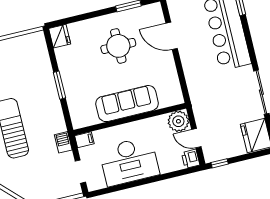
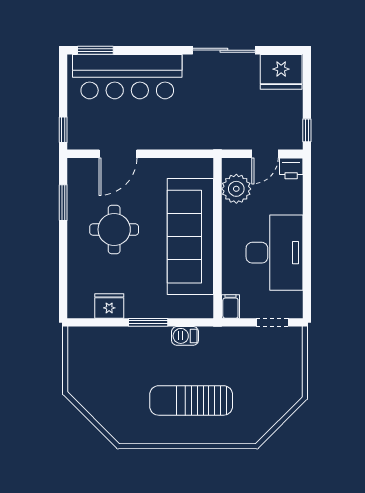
fridge: (60, 36) -> (109, 306), moved
sofa: (127, 104) -> (190, 237), width x1.36, depth x1.27
plant: (178, 121) -> (236, 189), moved
barbecue: (63, 142) -> (185, 336), moved

